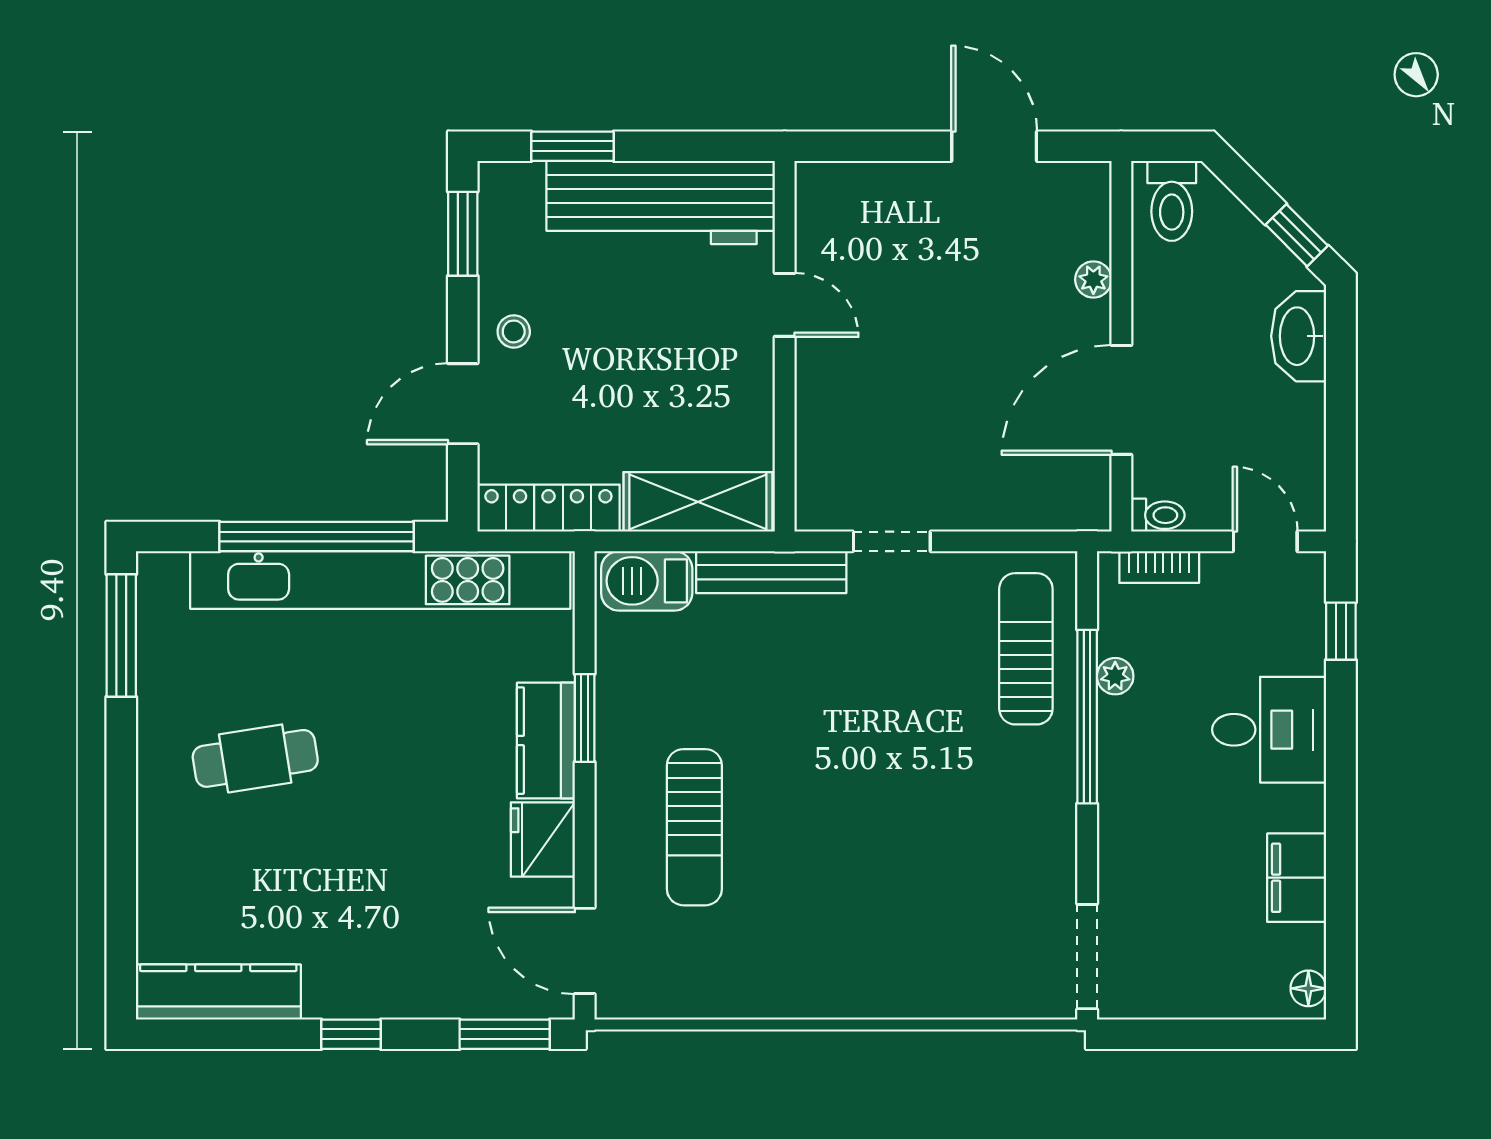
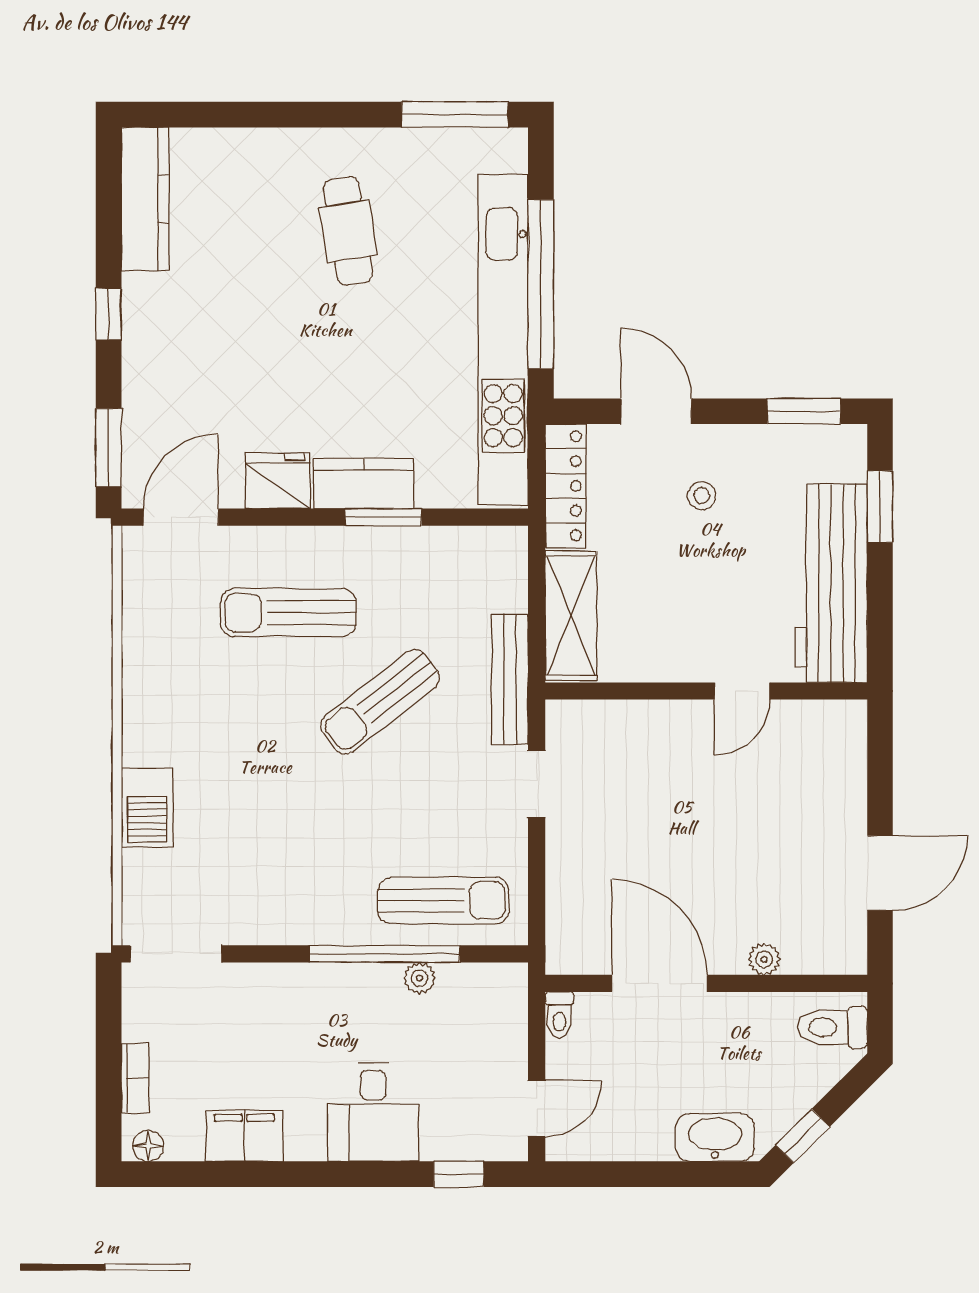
stool: (514, 331) -> (702, 496), moved
bookcase: (1159, 567) -> (135, 1078), moved, turned 180
barbecue: (647, 581) -> (147, 808), moved, turned 180
sun lounger: (797, 722) -> (380, 702), added

